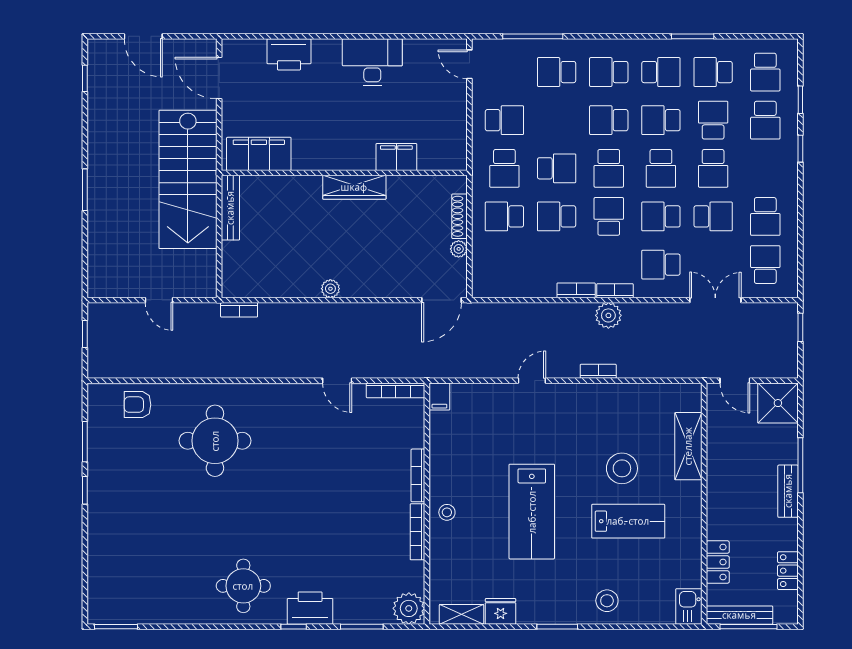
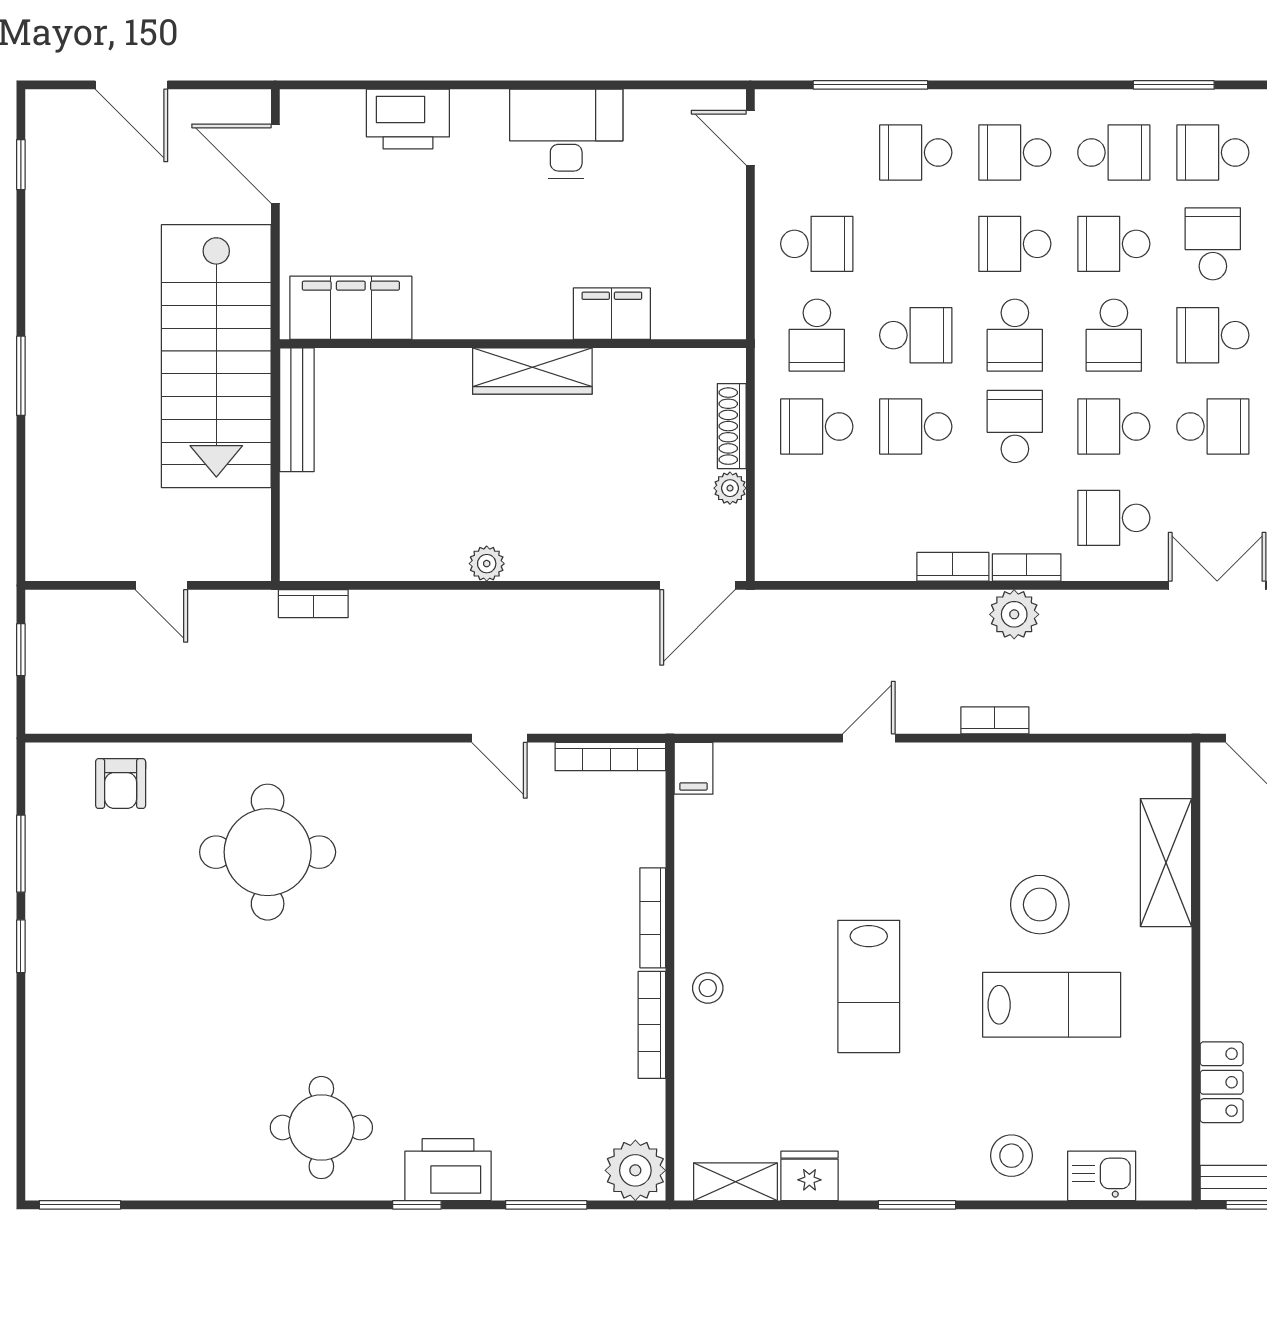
school desk: (713, 168) -> (1213, 335), turned 90
armchair: (138, 405) -> (121, 784), turned -90
lab bench: (532, 512) -> (869, 986), width x0.73, depth x0.72
kitchen sink: (689, 606) -> (1102, 1176), moved, turned 90

